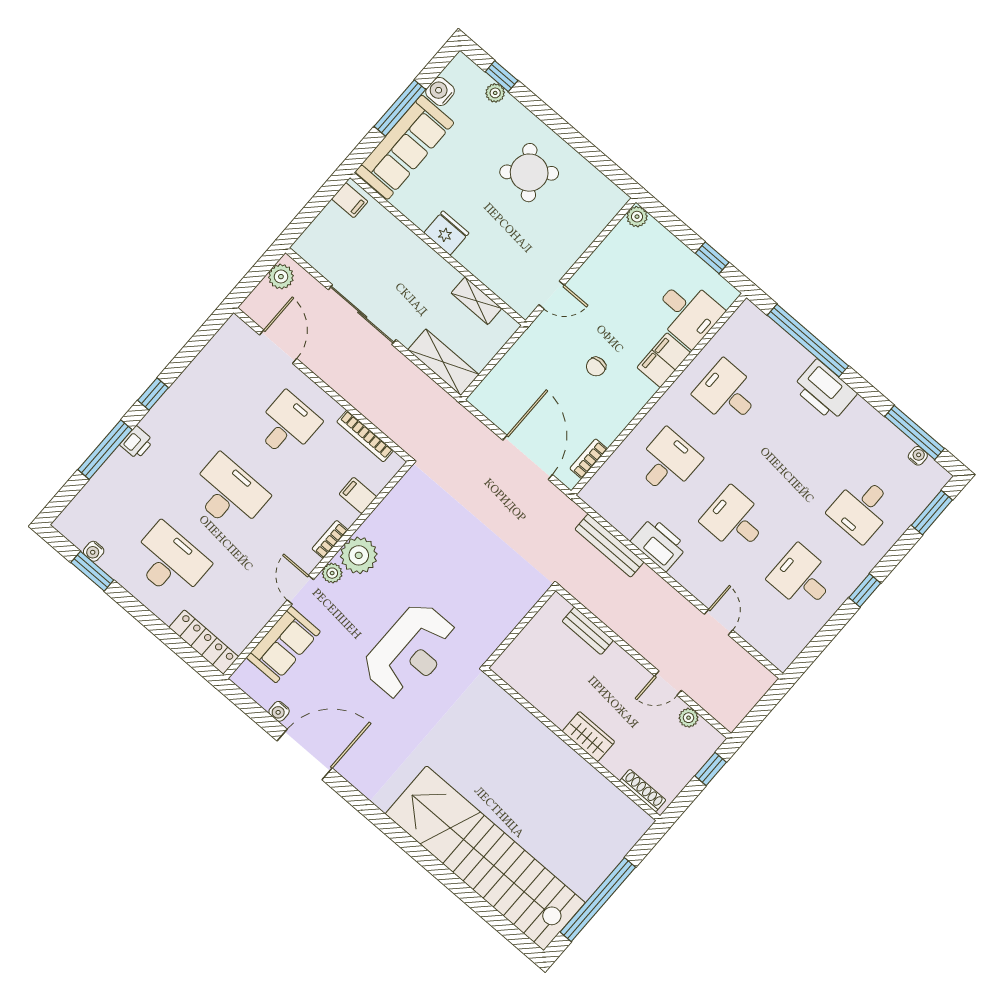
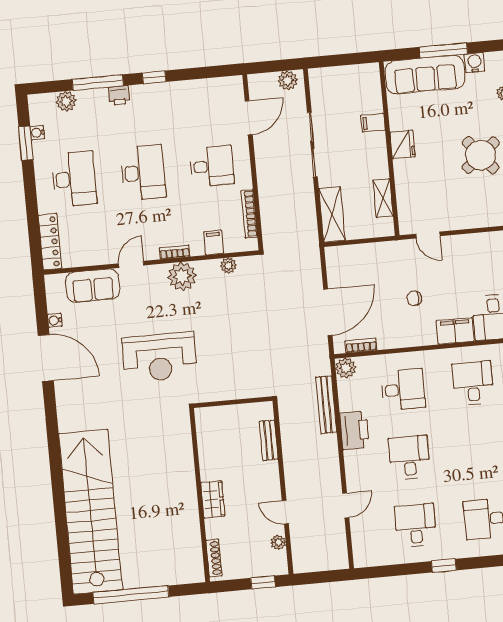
filing cabinet: (350, 200) -> (373, 123), moved, turned 90
plant: (595, 494) -> (346, 368), added
plant: (92, 496) -> (66, 101), added
plant: (332, 573) -> (228, 265), moved

